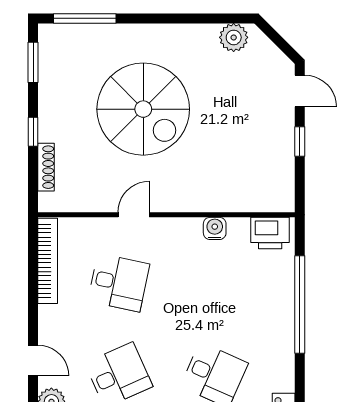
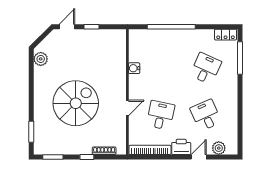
window: (85, 18) -> (31, 132), width x0.69
door: (134, 215) -> (127, 108), swing flipped
printer: (270, 233) -> (181, 147), moved, turned -90

